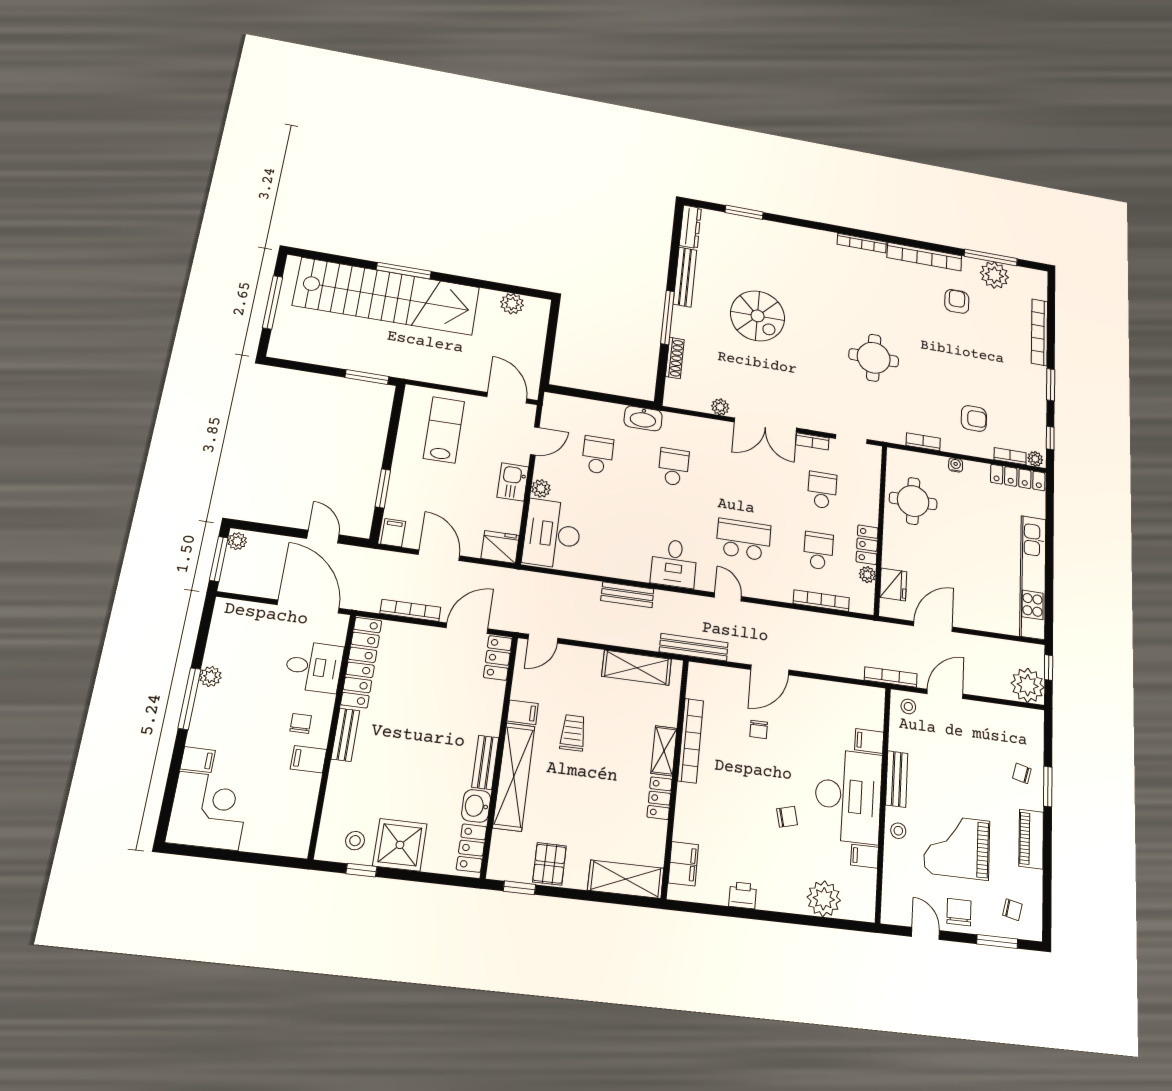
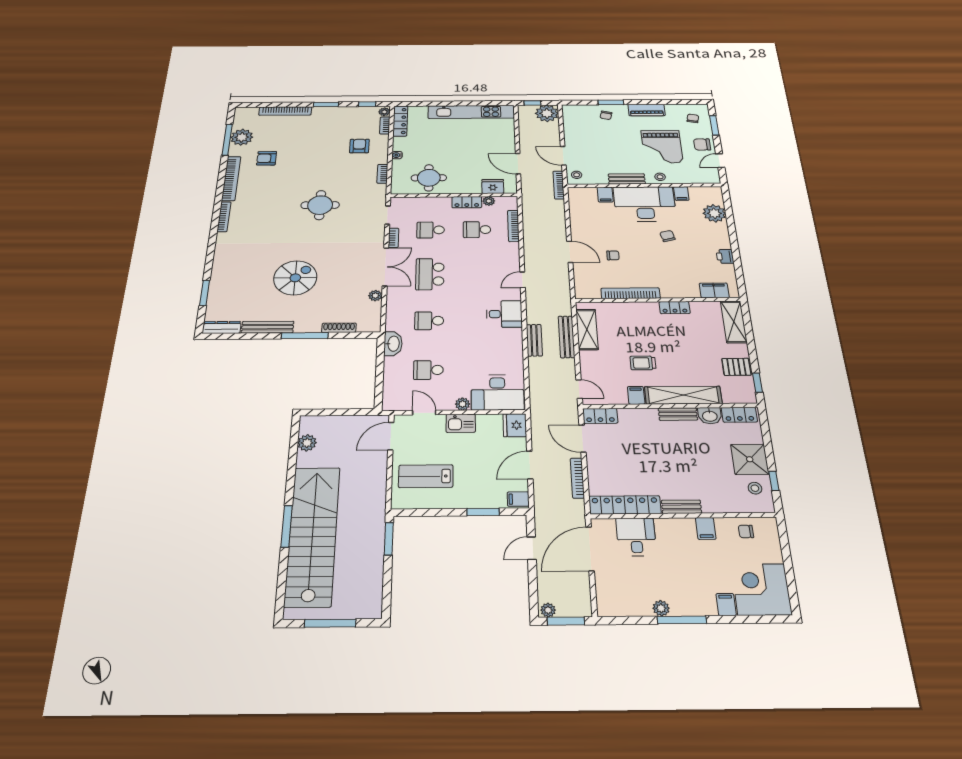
school desk: (743, 540) -> (430, 274), moved
bench: (694, 647) -> (567, 337), moved
chair: (301, 723) -> (746, 531), moved
shelving: (664, 751) -> (642, 308), removed

